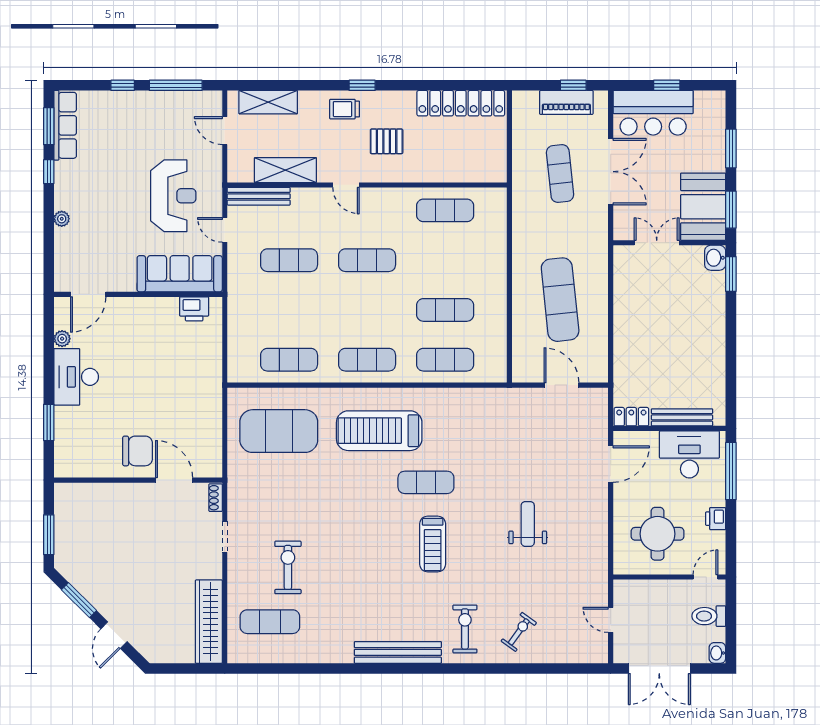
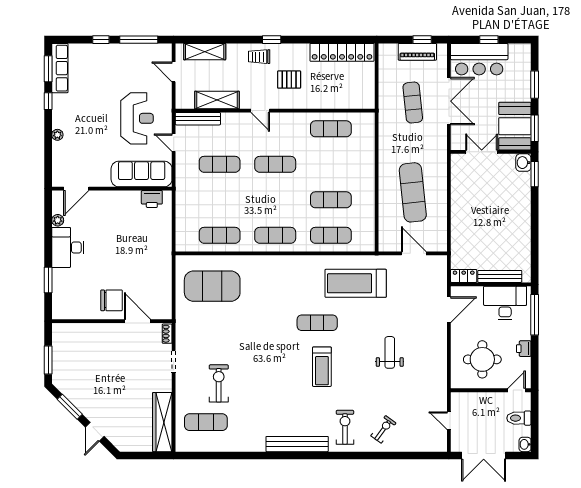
treadmill: (379, 431) -> (356, 283), moved

